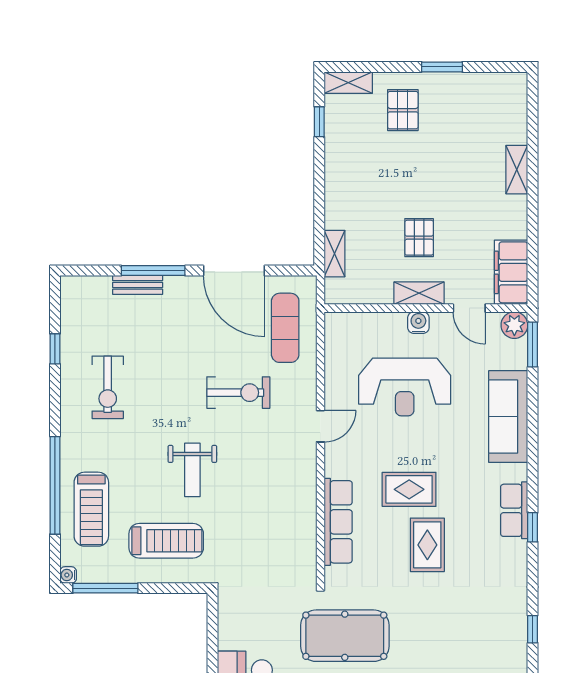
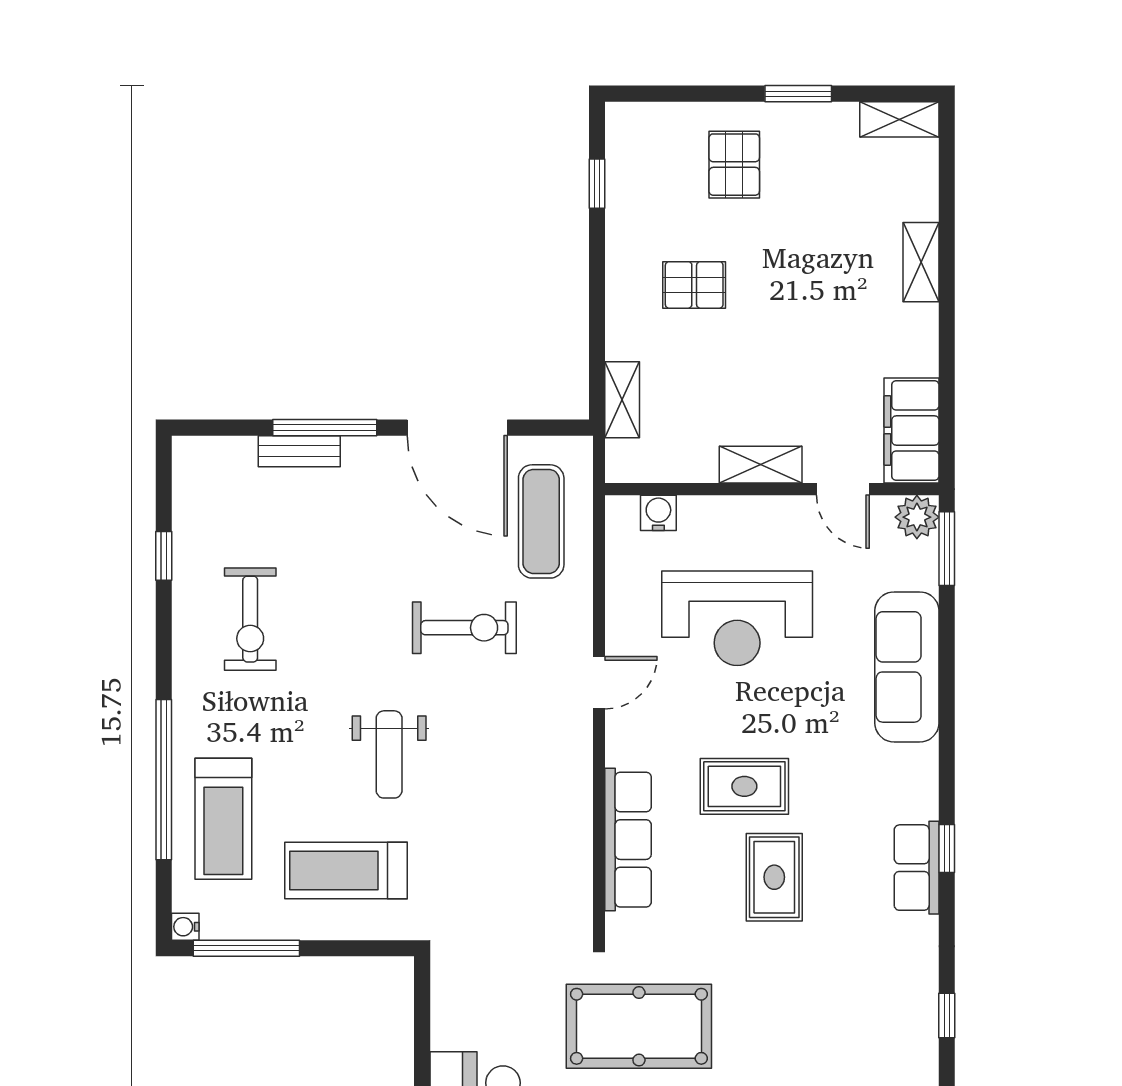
shelving: (348, 83) -> (899, 119), moved
pallet: (419, 238) -> (694, 285), moved, turned 90
water cooler: (418, 323) -> (658, 513), moved
row of seats: (514, 510) -> (917, 868), moved
treadmill: (166, 541) -> (346, 871), turned 180

